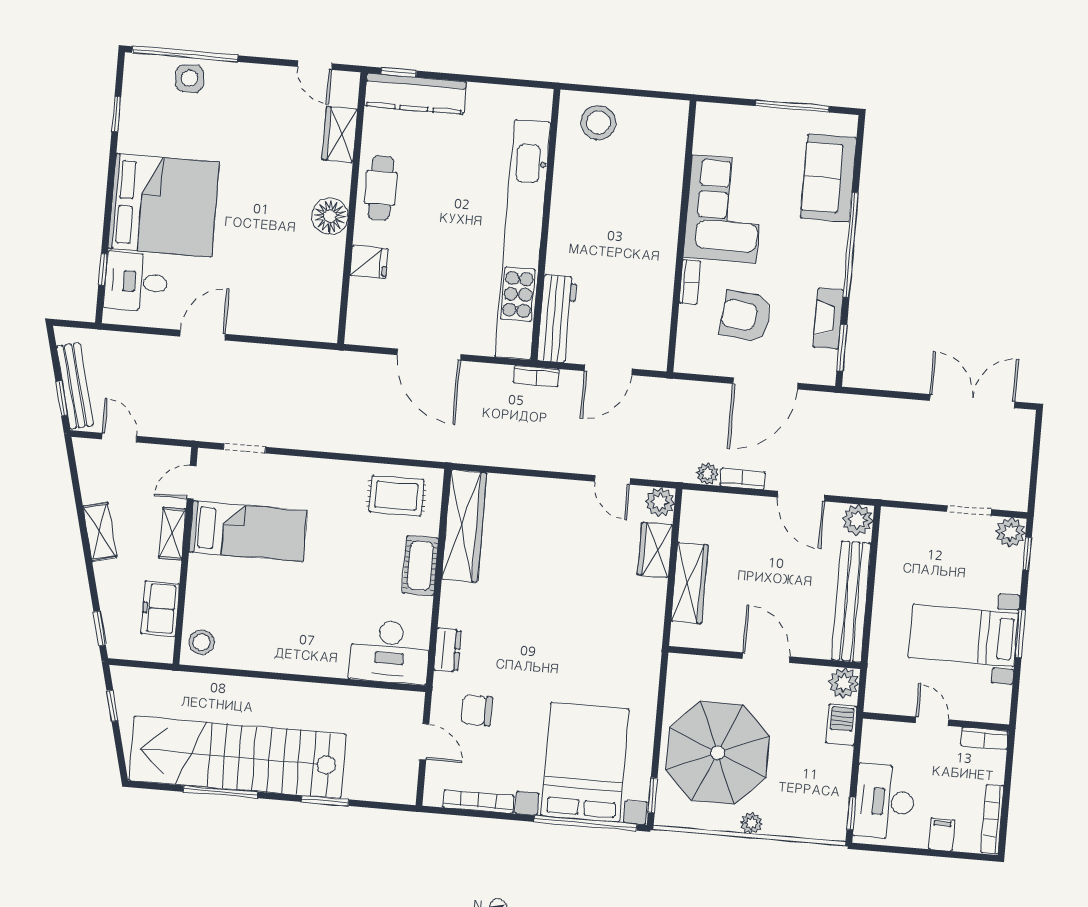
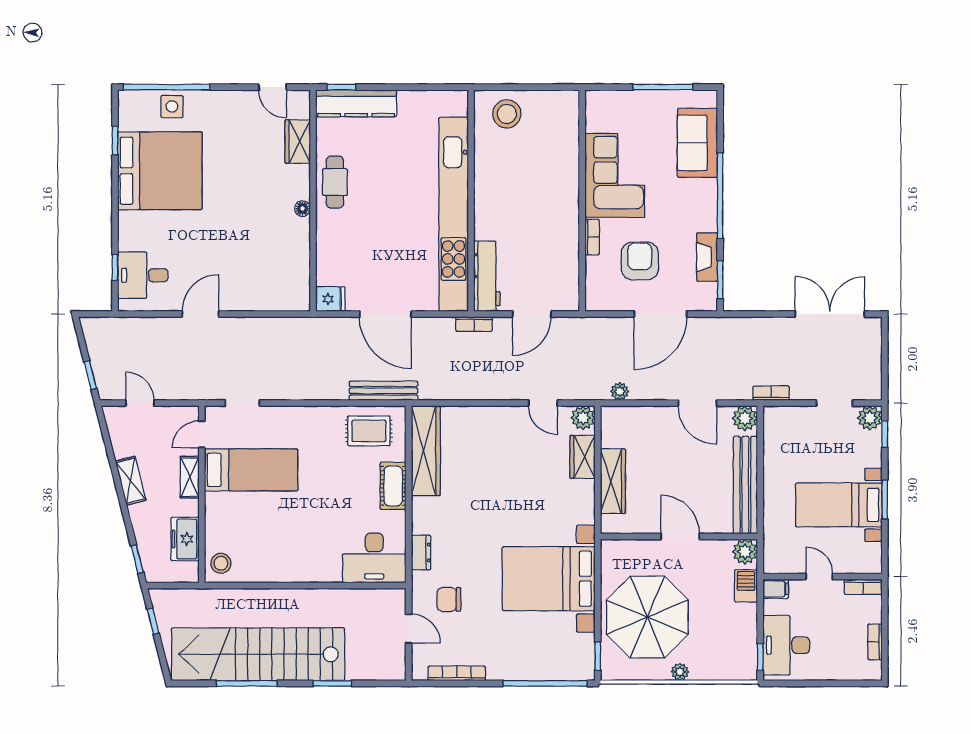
bed: (164, 205) -> (160, 171), moved
floor lamp: (330, 216) -> (302, 209), width x0.53, depth x0.53
fridge: (369, 262) -> (330, 299), moved
armchair: (746, 316) -> (640, 261), turned 84
bench: (75, 386) -> (383, 391), moved, turned -76
bookcase: (743, 479) -> (771, 393), moved
bed with nightstands: (585, 763) -> (549, 579), moved, turned -90
bookcase: (992, 819) -> (875, 642), width x0.64
filing cabinet: (942, 834) -> (776, 589), moved, turned 90

